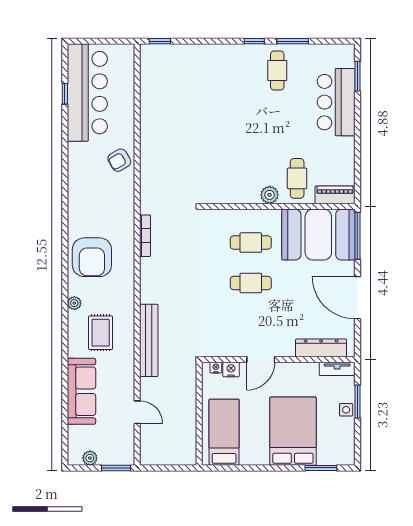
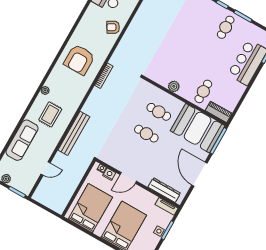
plant: (270, 195) -> (174, 86), moved
armchair: (92, 257) -> (79, 60), moved
door: (137, 412) -> (46, 168), hinge flipped
bed: (224, 432) -> (90, 208), width x1.50

